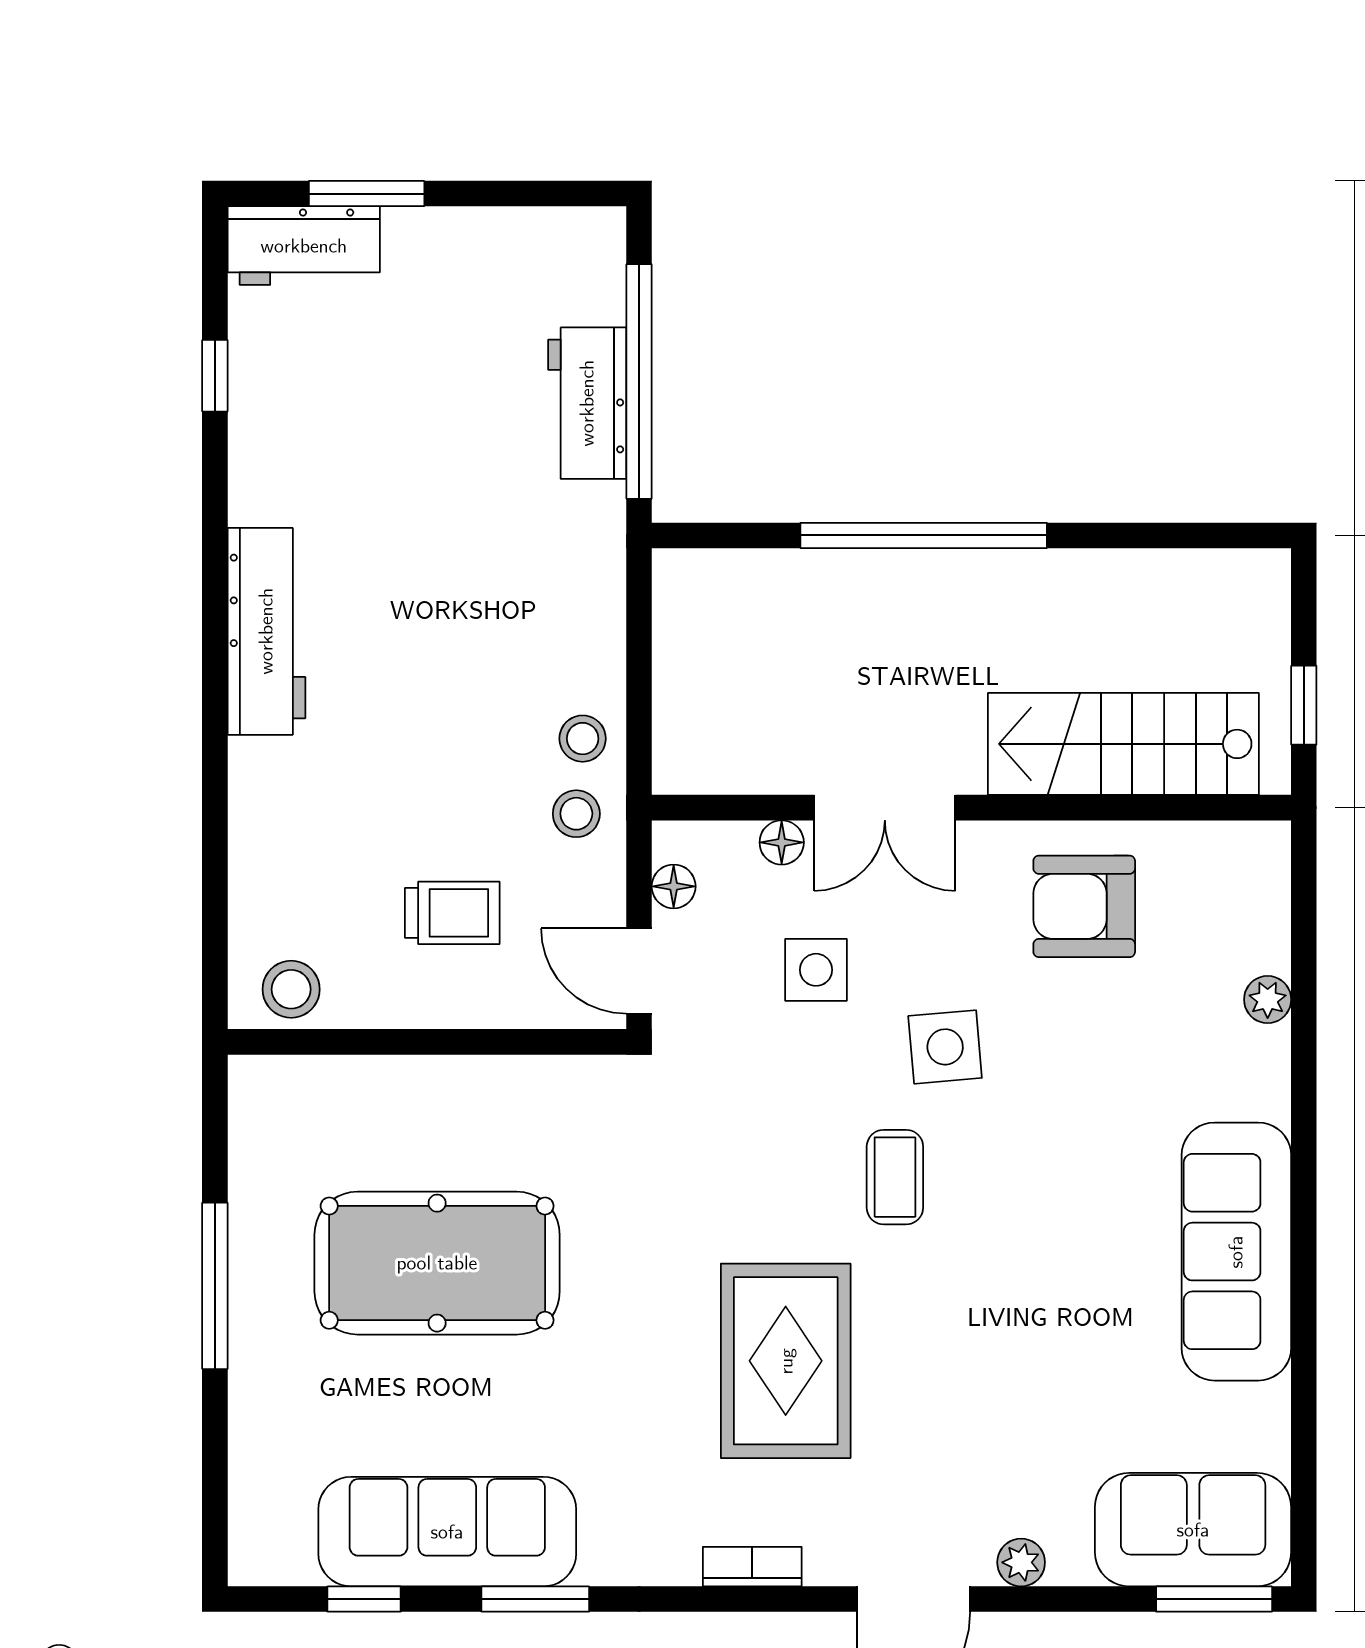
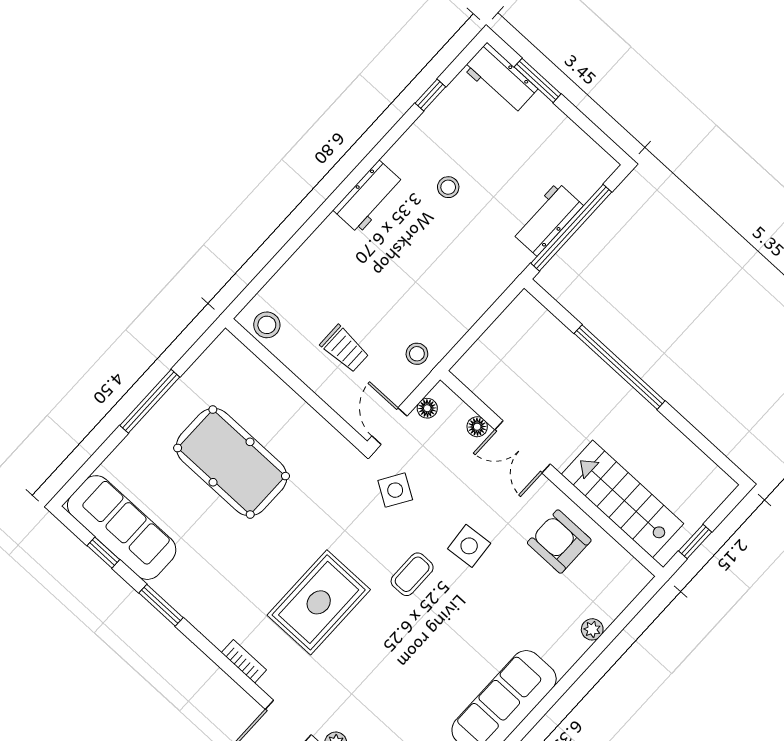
workbench: (266, 631) -> (369, 197), width x0.73
stool: (583, 739) -> (448, 187), moved
side table: (816, 970) -> (395, 490), moved, turned 32
sofa: (447, 1532) -> (122, 528), moved

